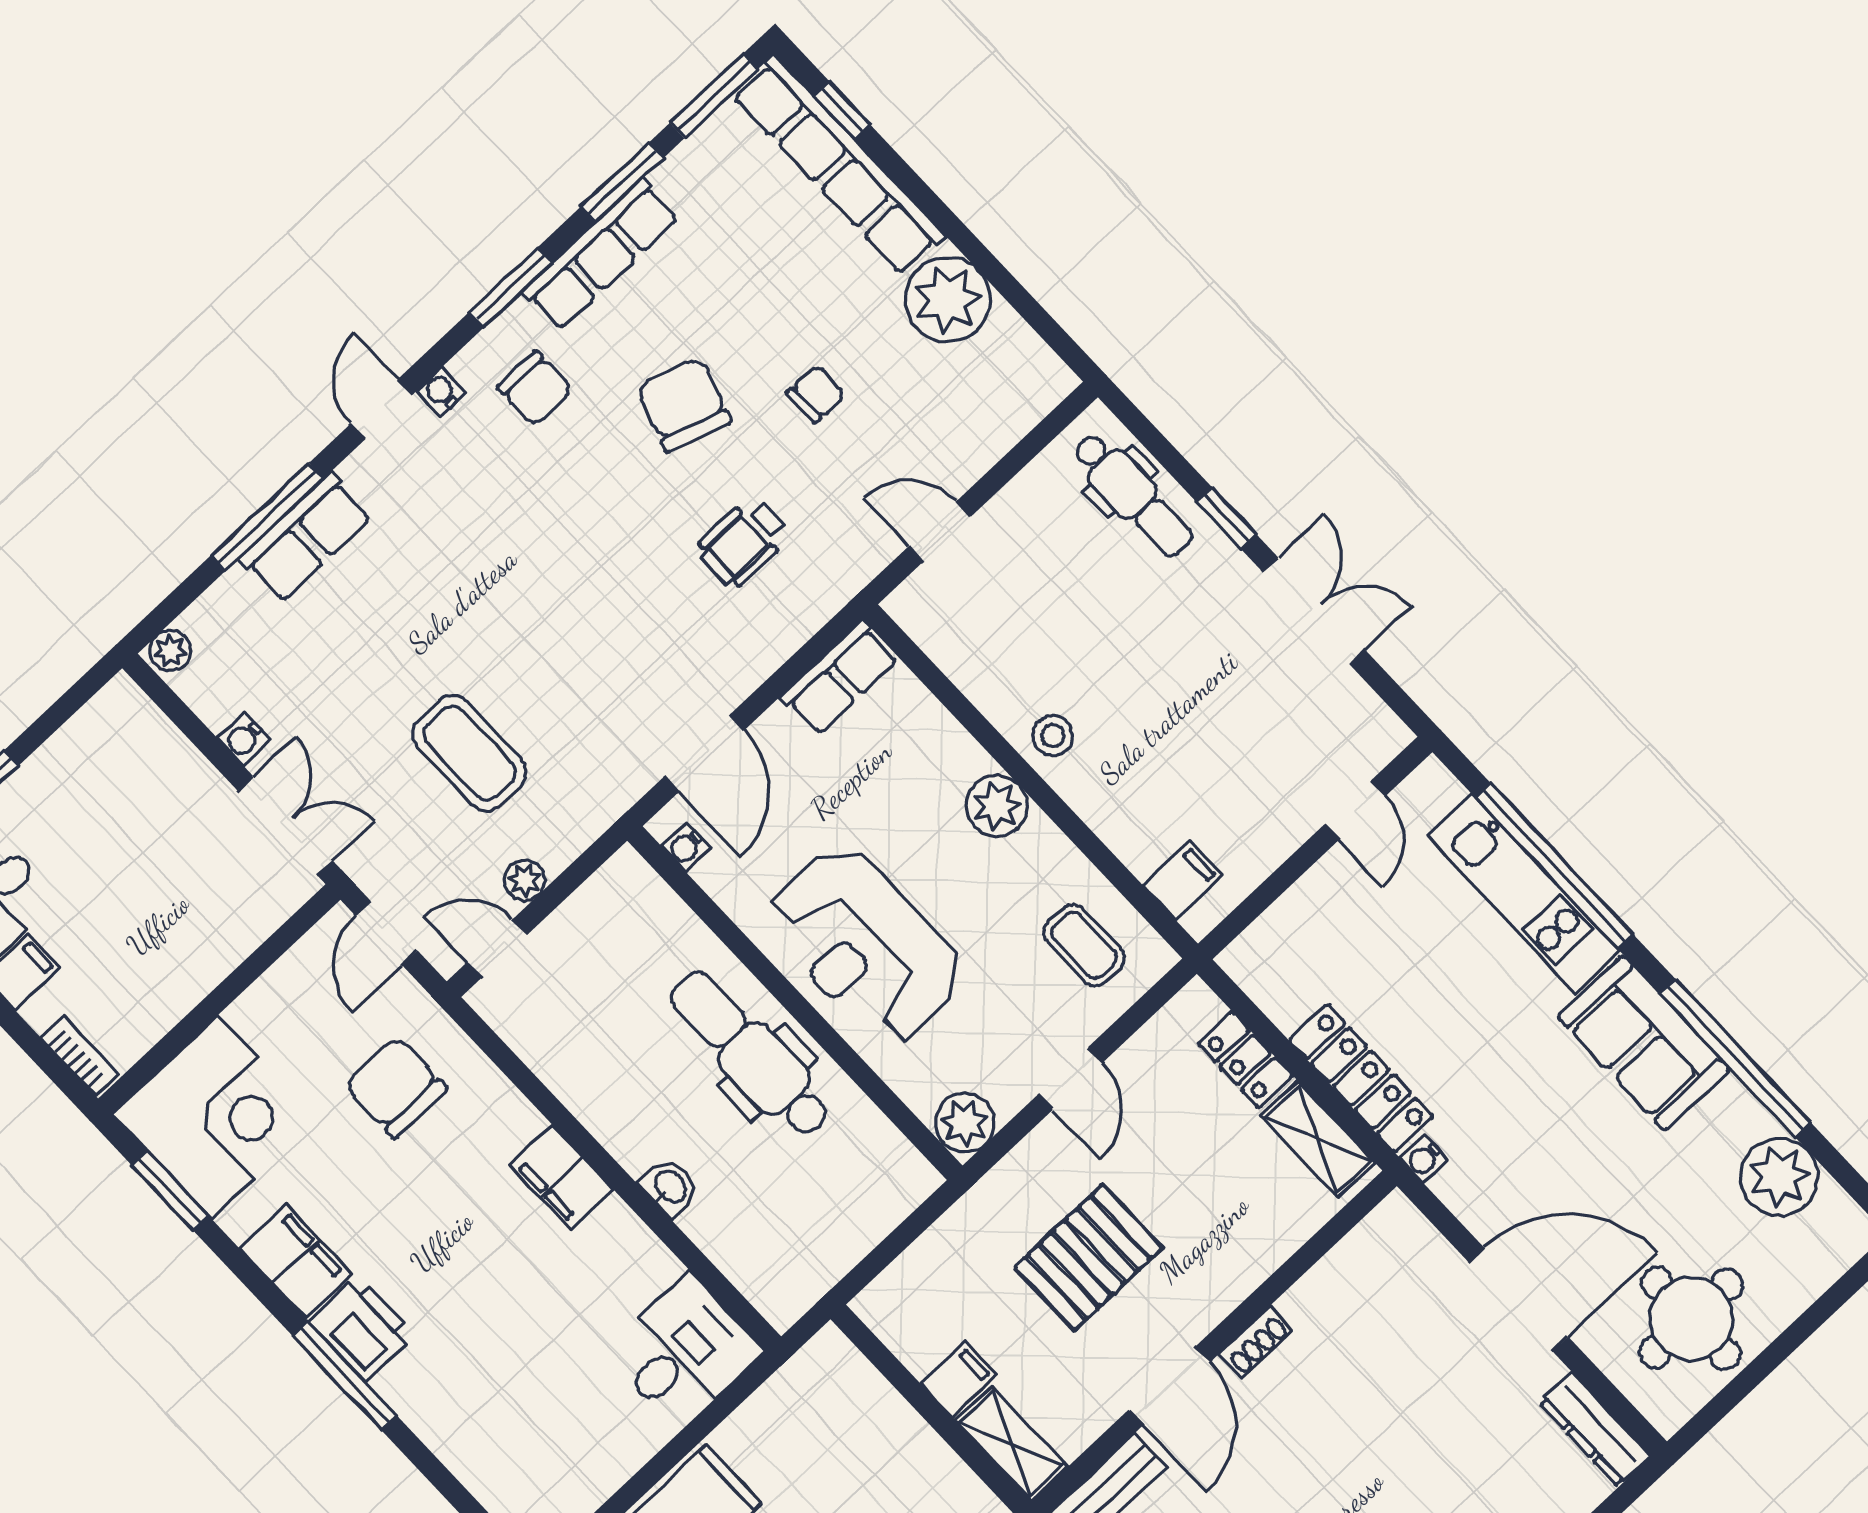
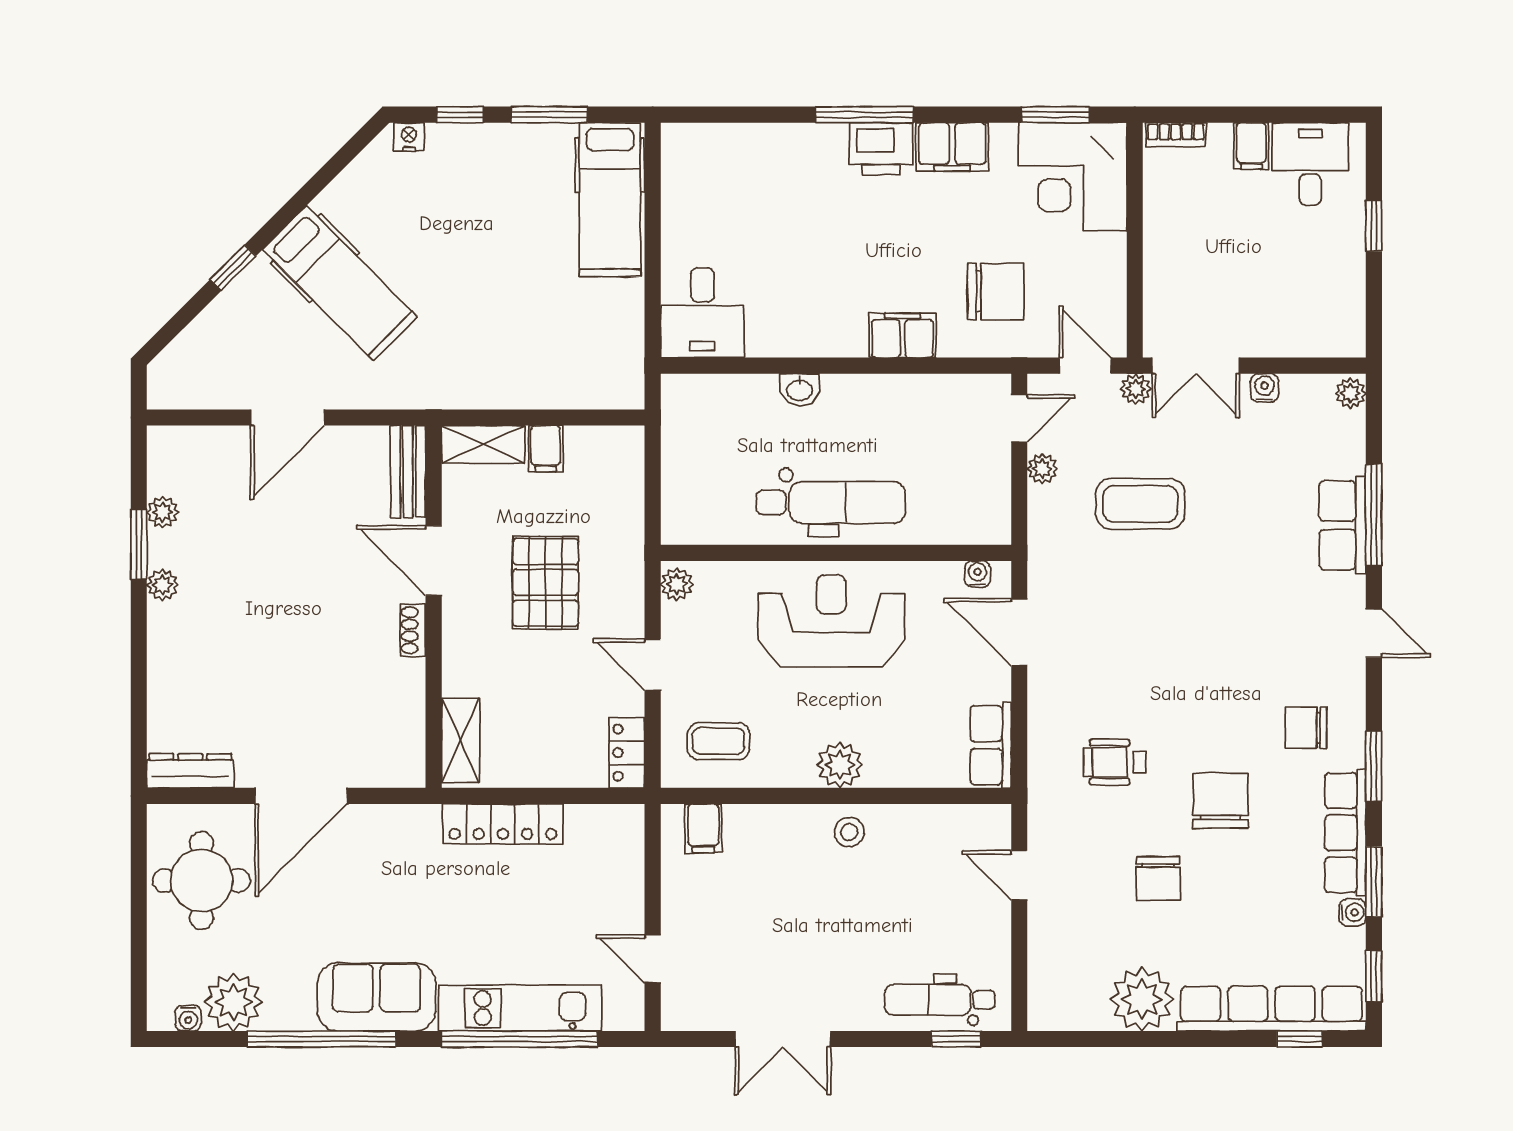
window: (714, 96) -> (1374, 976), width x0.67
water cooler: (441, 392) -> (1353, 912), moved
chair: (816, 394) -> (1158, 879), width x1.37, depth x1.37
chair: (684, 405) -> (1221, 801), turned -108
window: (1226, 518) -> (956, 1039), moved
door: (940, 531) -> (1019, 875), swing flipped
wheelchair: (743, 542) -> (1115, 762), turned -90
plant: (362, 862) -> (1136, 389), added
locker: (1245, 1060) -> (627, 753), moved, turned -90
plant: (965, 1123) -> (677, 584), width x0.73, depth x0.73
shelving: (1318, 1139) -> (461, 741), moved, turned 90
water cooler: (1424, 1159) -> (188, 1018), moved, turned 180
filing cabinet: (561, 1177) -> (903, 335), moved

